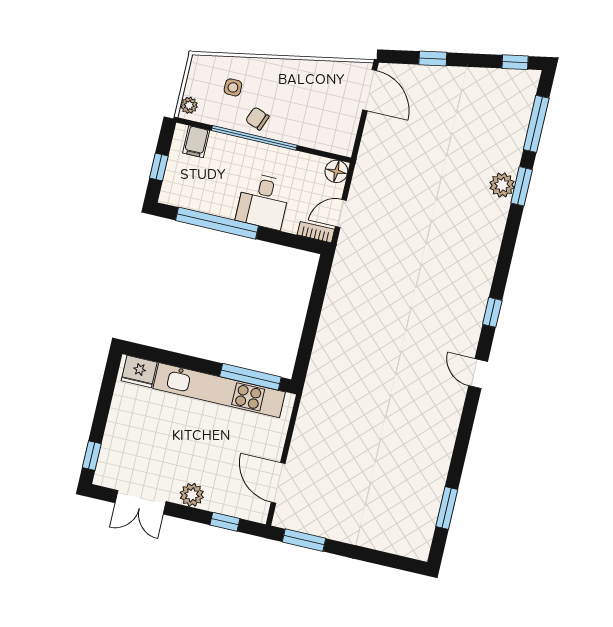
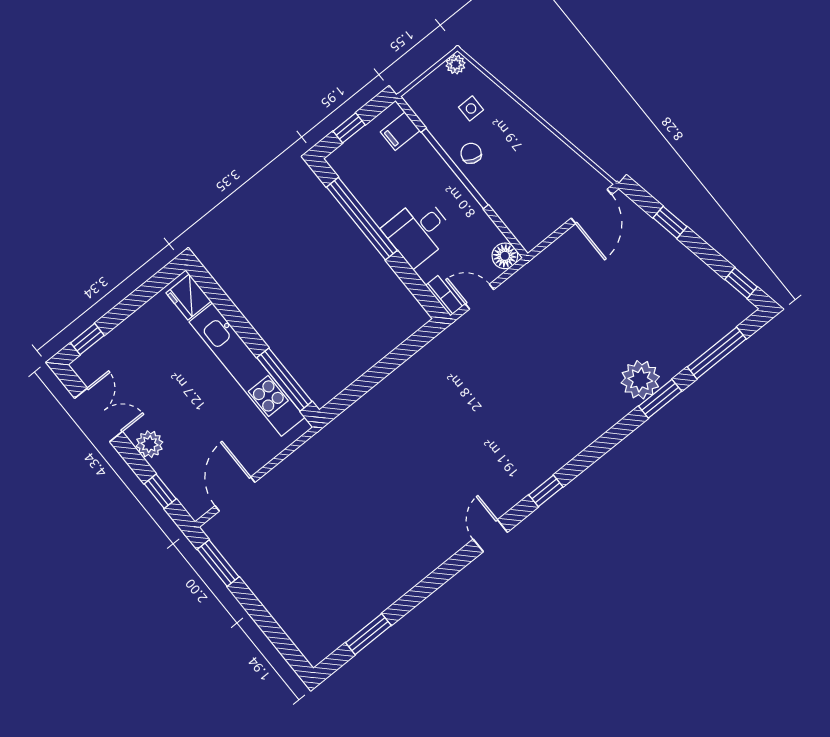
plant: (189, 105) -> (456, 64), moved
plant: (502, 185) -> (640, 380), width x1.36, depth x1.36
double door: (141, 502) -> (99, 415), swing flipped

